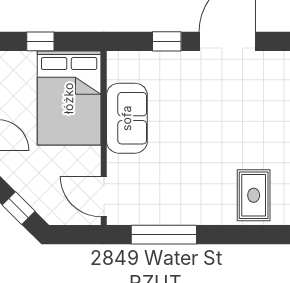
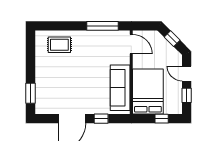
sofa: (127, 118) -> (120, 88), width x1.36
rug: (254, 195) -> (59, 45), turned 90

